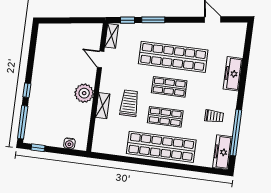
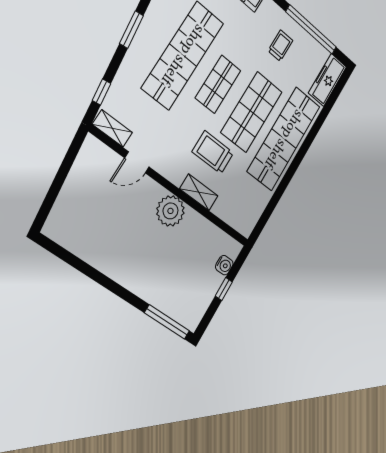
window: (153, 20) -> (131, 30), moved
window: (27, 90) -> (127, 296), removed
shop shelf: (165, 117) -> (252, 112), width x1.43, depth x1.36
window: (38, 148) -> (224, 289), moved
freezer: (222, 152) -> (327, 80), moved, turned 90

